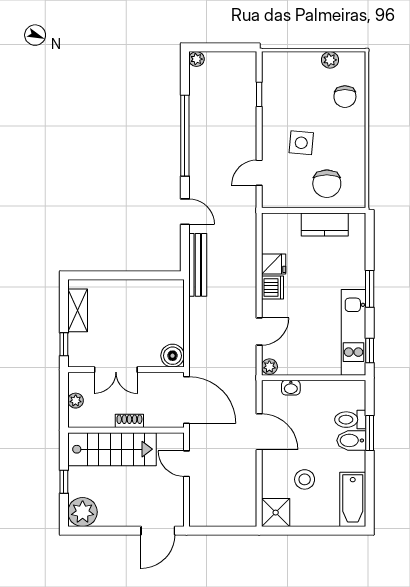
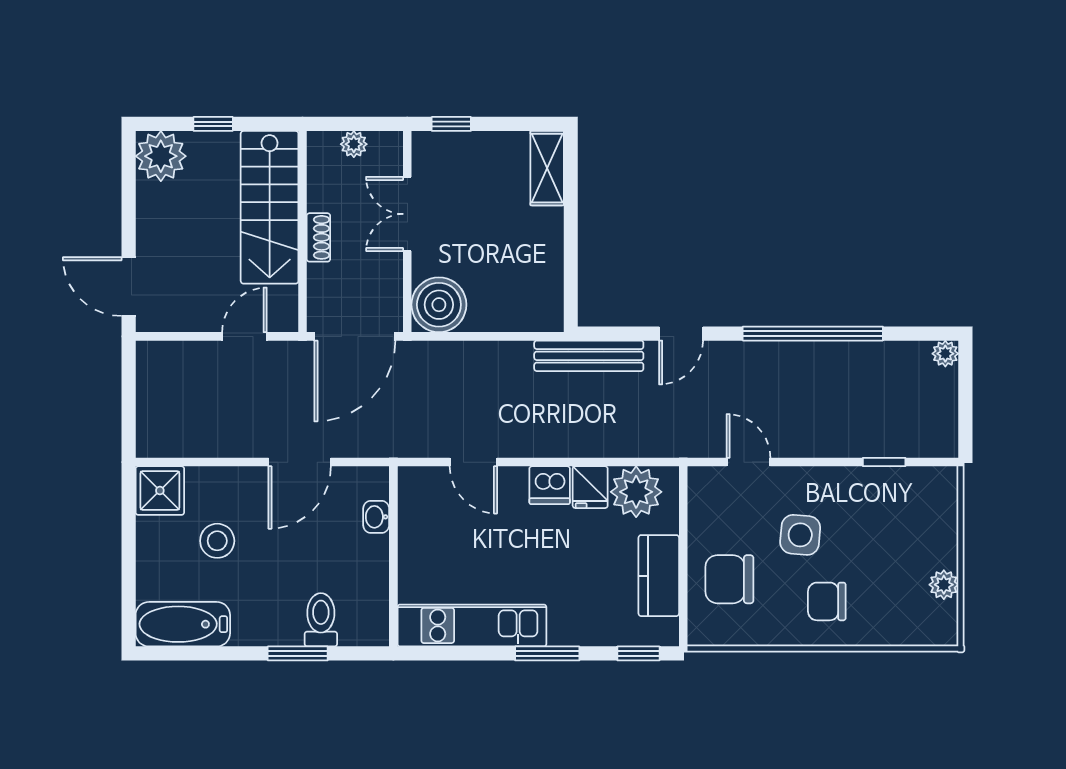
chair: (345, 97) -> (827, 601), moved
shelving: (78, 310) -> (547, 168), moved, turned 90
window: (370, 351) -> (638, 653), moved
boiler: (173, 356) -> (439, 305), width x1.37, depth x1.37
plant: (269, 367) -> (636, 492), moved, width x1.87, depth x1.87
bidet: (351, 440) -> (285, 622), removed

